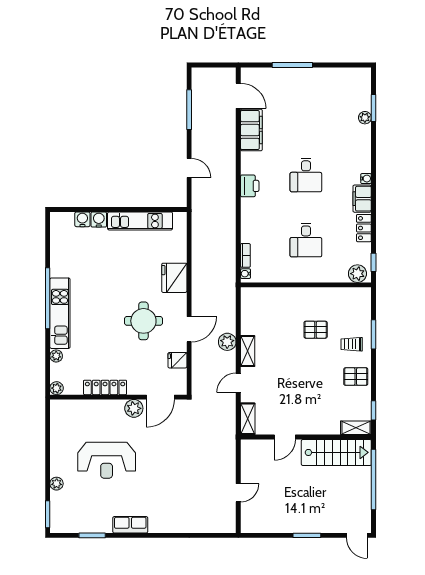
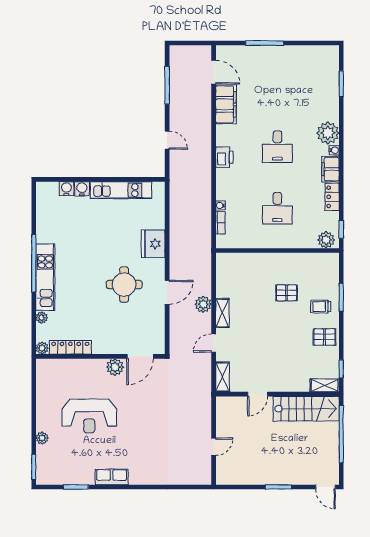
plant: (365, 118) -> (328, 133), moved, width x1.87, depth x1.87
water cooler: (246, 274) -> (220, 205), moved
fridge: (177, 360) -> (156, 322), removed
locker: (105, 387) -> (70, 347), moved

